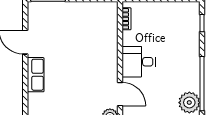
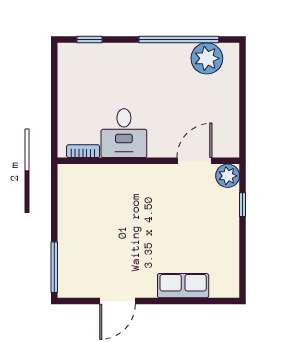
desk: (139, 62) -> (124, 133), moved
row of seats: (36, 75) -> (183, 286), moved

